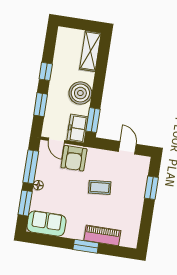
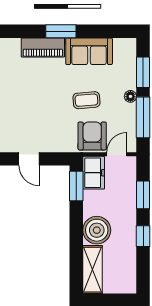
boiler: (80, 93) -> (97, 230), moved
door: (56, 140) -> (117, 154), hinge flipped
coffee table: (100, 187) -> (86, 100), moved
sofa: (46, 224) -> (89, 51), moved

